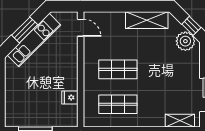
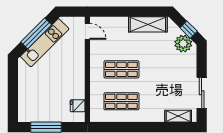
window: (25, 30) -> (36, 33), width x1.44
fridge: (70, 97) -> (78, 106), moved

